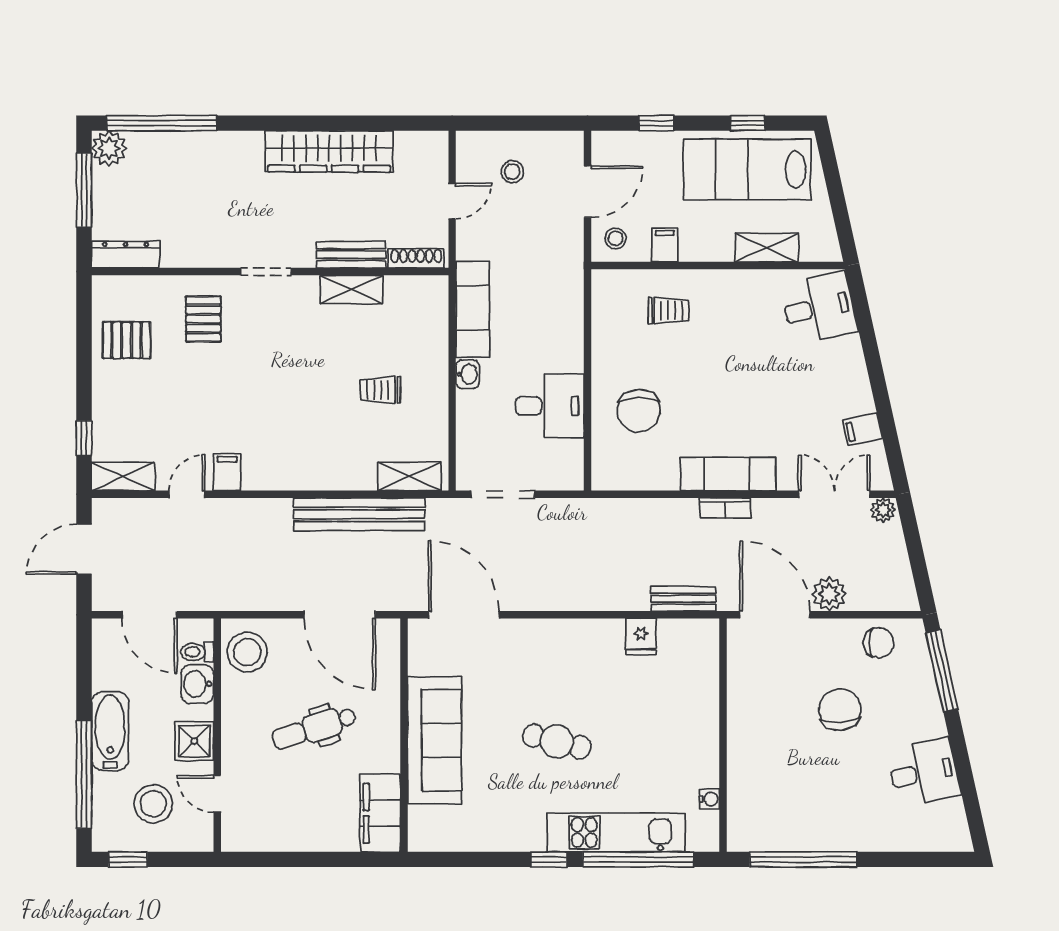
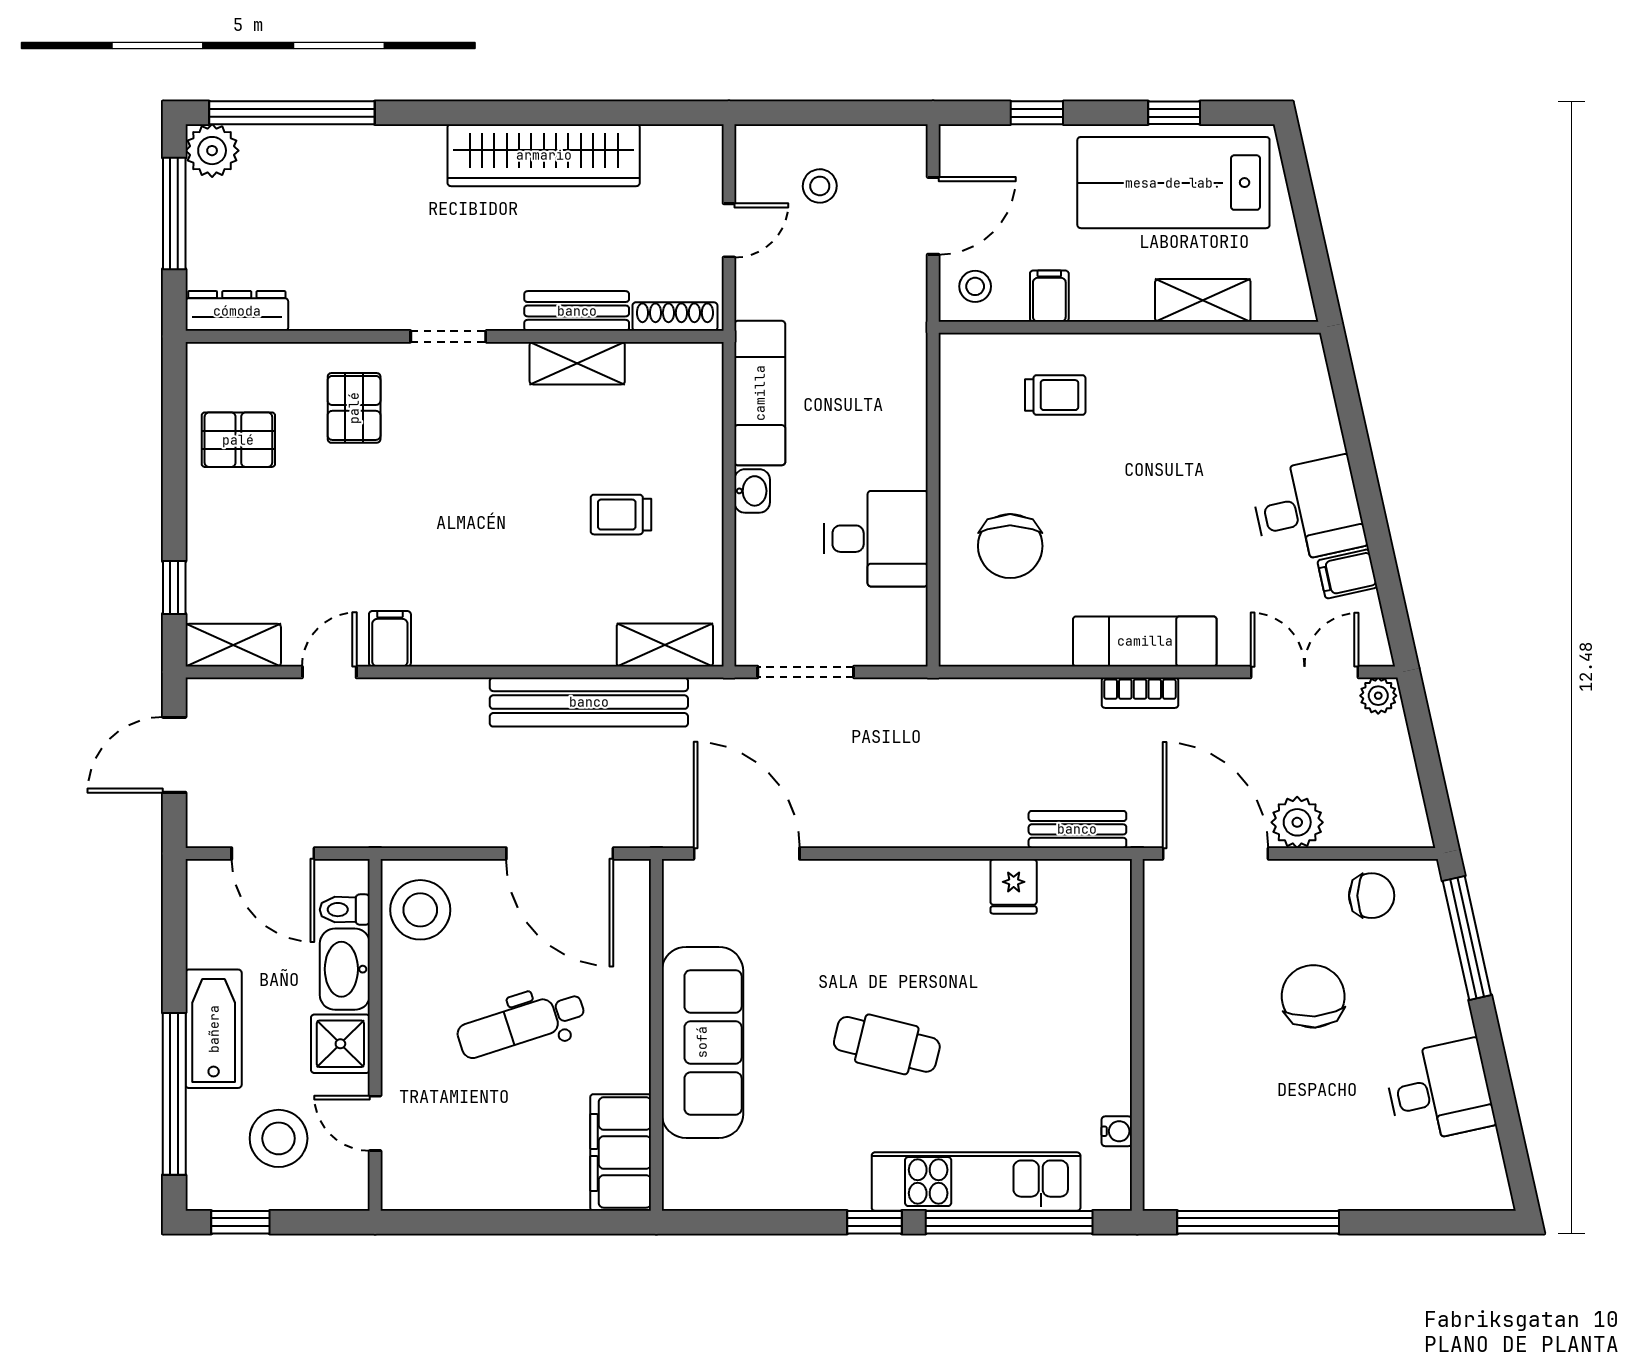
desk: (819, 308) -> (1308, 510), moved
washbasin: (197, 684) -> (345, 969), width x1.38

